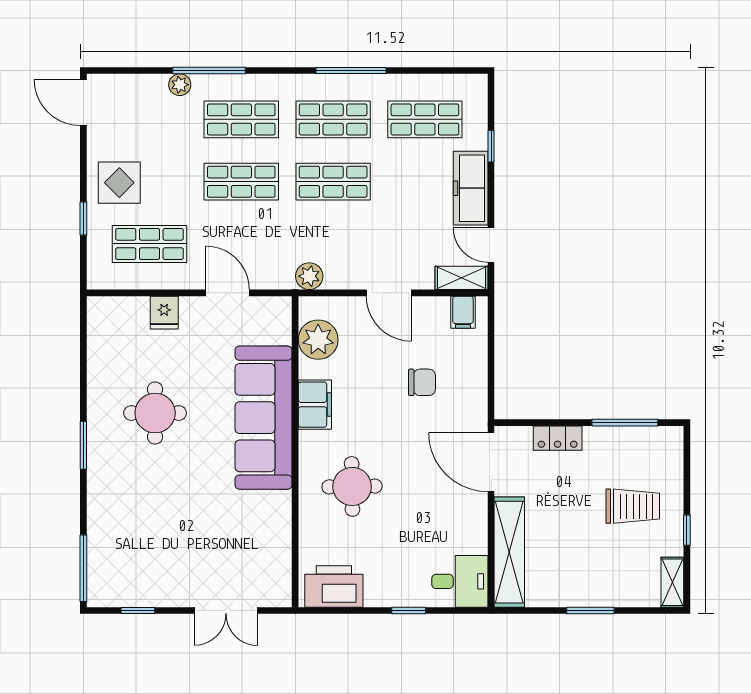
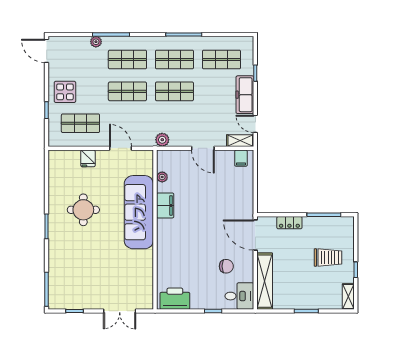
plant: (318, 340) -> (162, 177), width x0.53, depth x0.53
chair: (422, 382) -> (226, 266), moved
round table: (352, 486) -> (184, 247), removed

